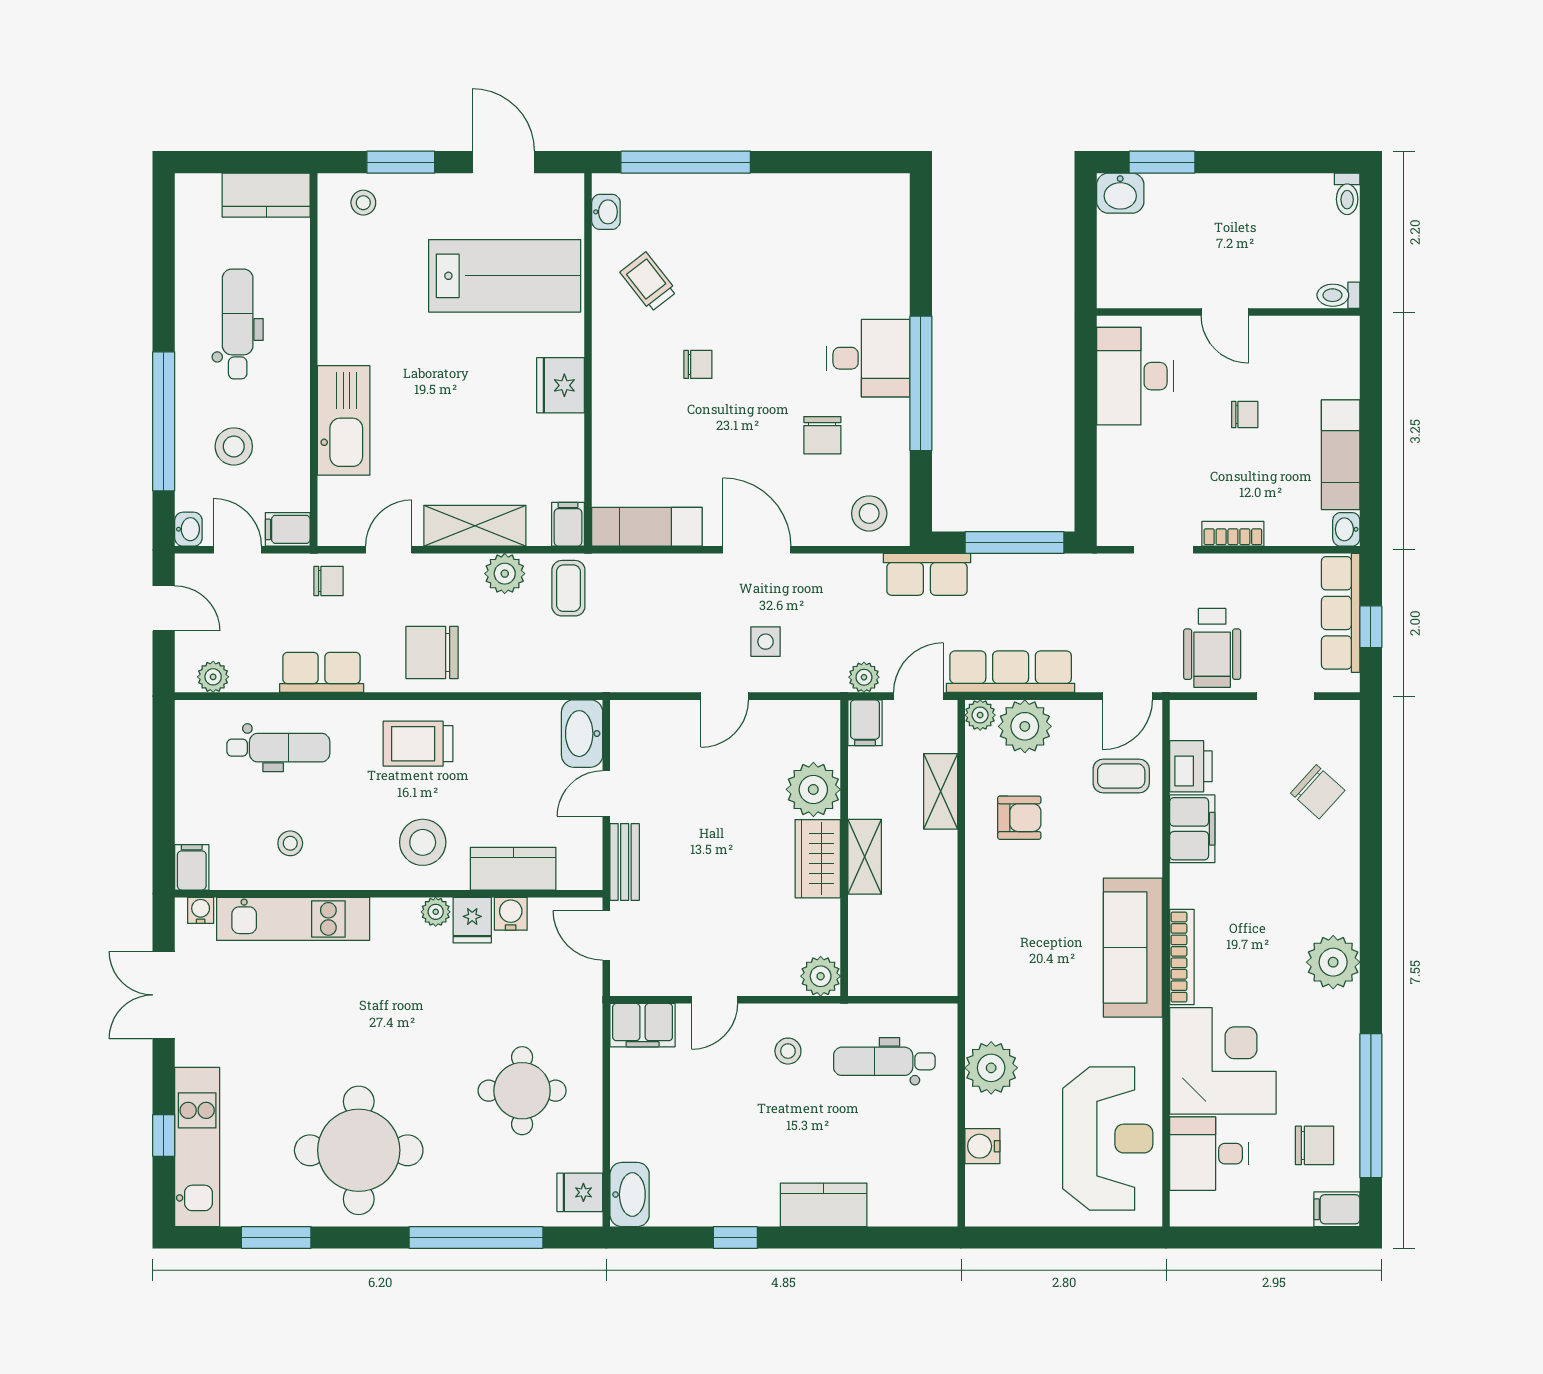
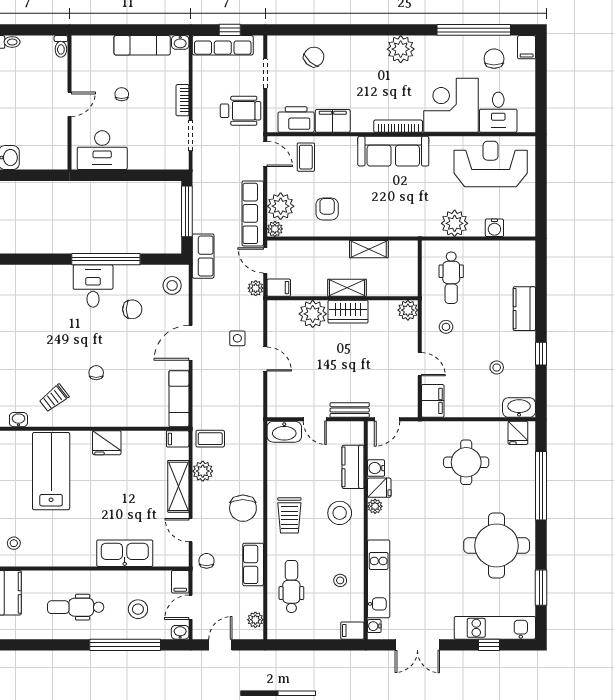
printer: (1191, 766) -> (296, 120), width x1.37, depth x1.19
shelving: (941, 791) -> (369, 249), moved
stool: (708, 1151) -> (497, 367), added

